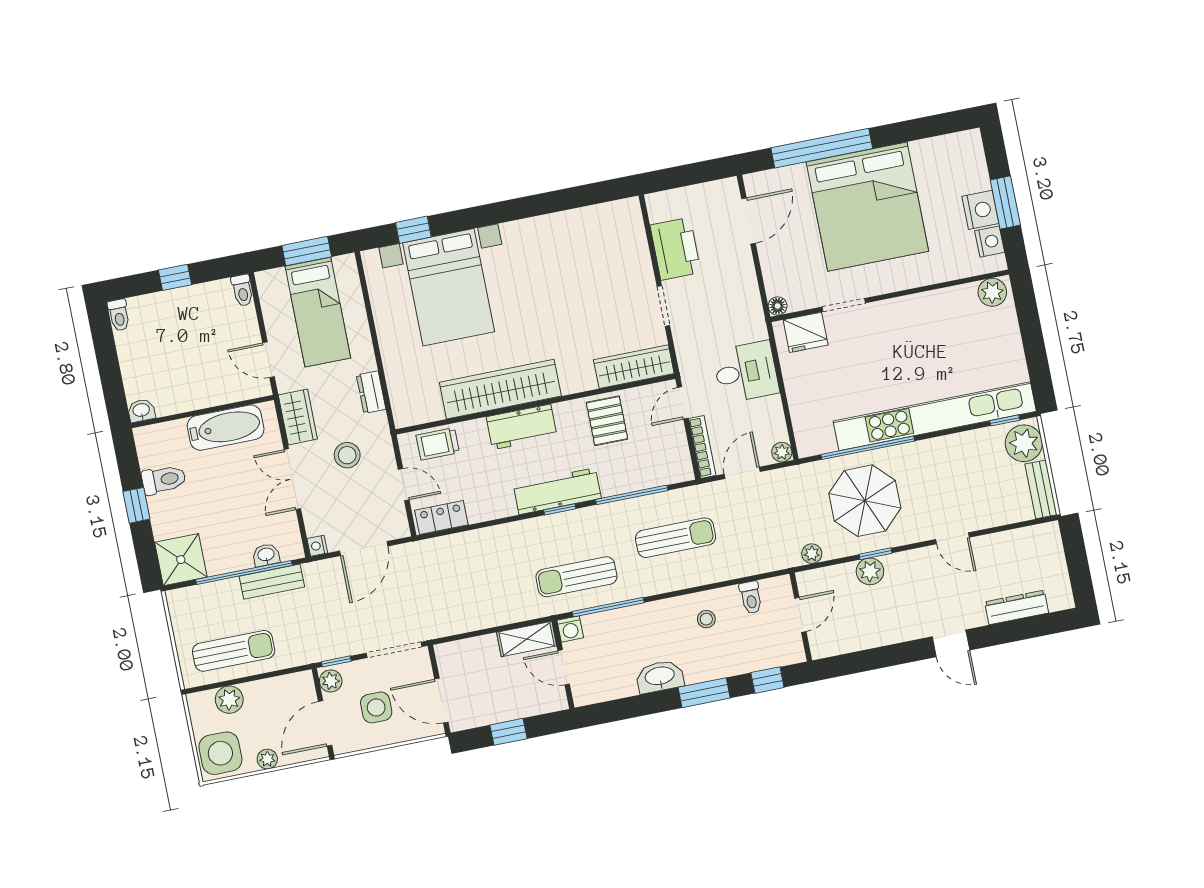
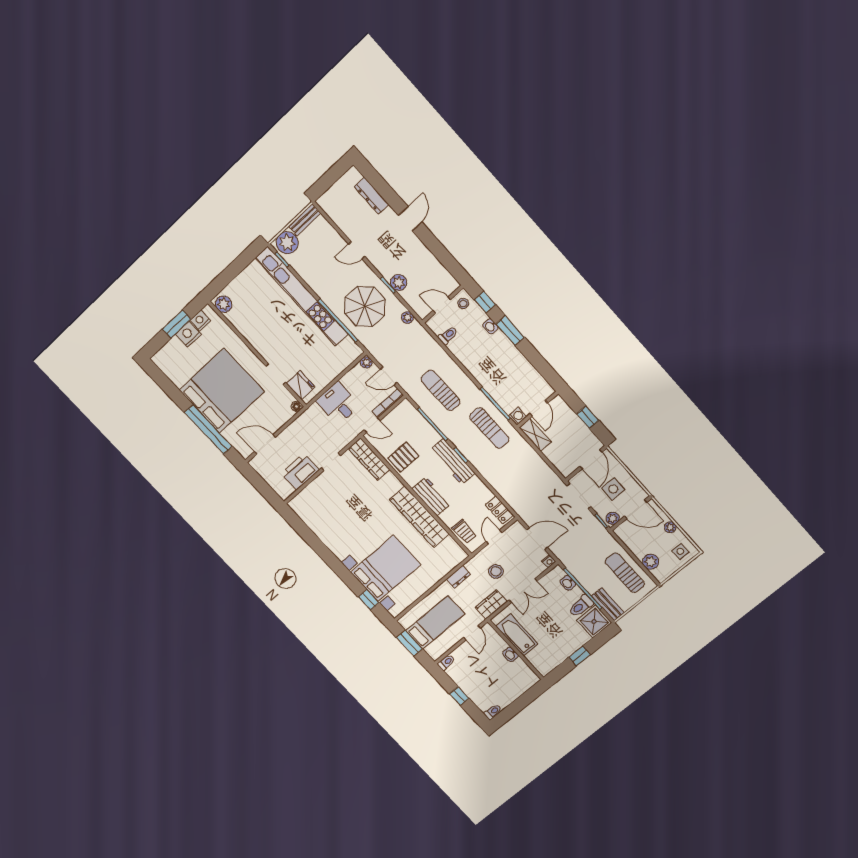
washbasin: (141, 411) -> (511, 654), moved
toilet: (164, 480) -> (581, 606), moved, turned -90
door: (952, 538) -> (357, 250), swing flipped
bench: (272, 582) -> (608, 604), moved
stool: (706, 619) -> (463, 303), moved
washbasin: (660, 677) -> (490, 326), moved, width x0.52, depth x0.69
side table: (220, 753) -> (680, 551), width x0.54, depth x0.54

